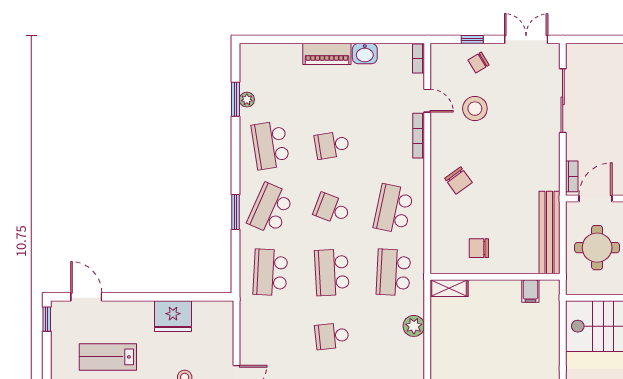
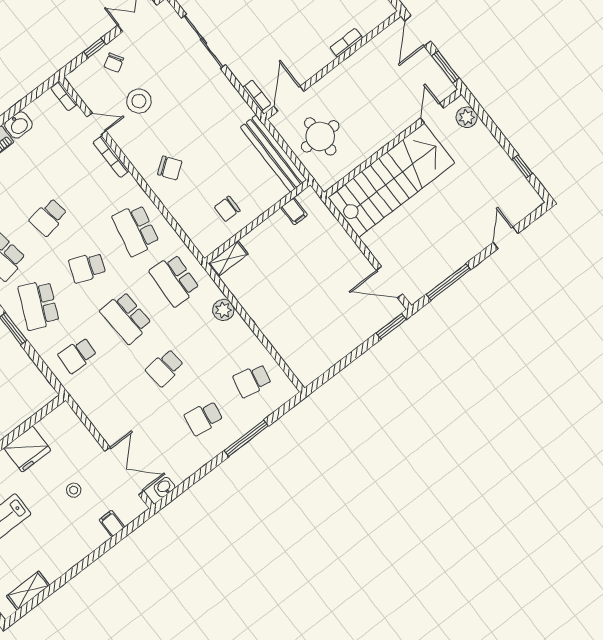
school desk: (270, 272) -> (77, 355), width x0.54

